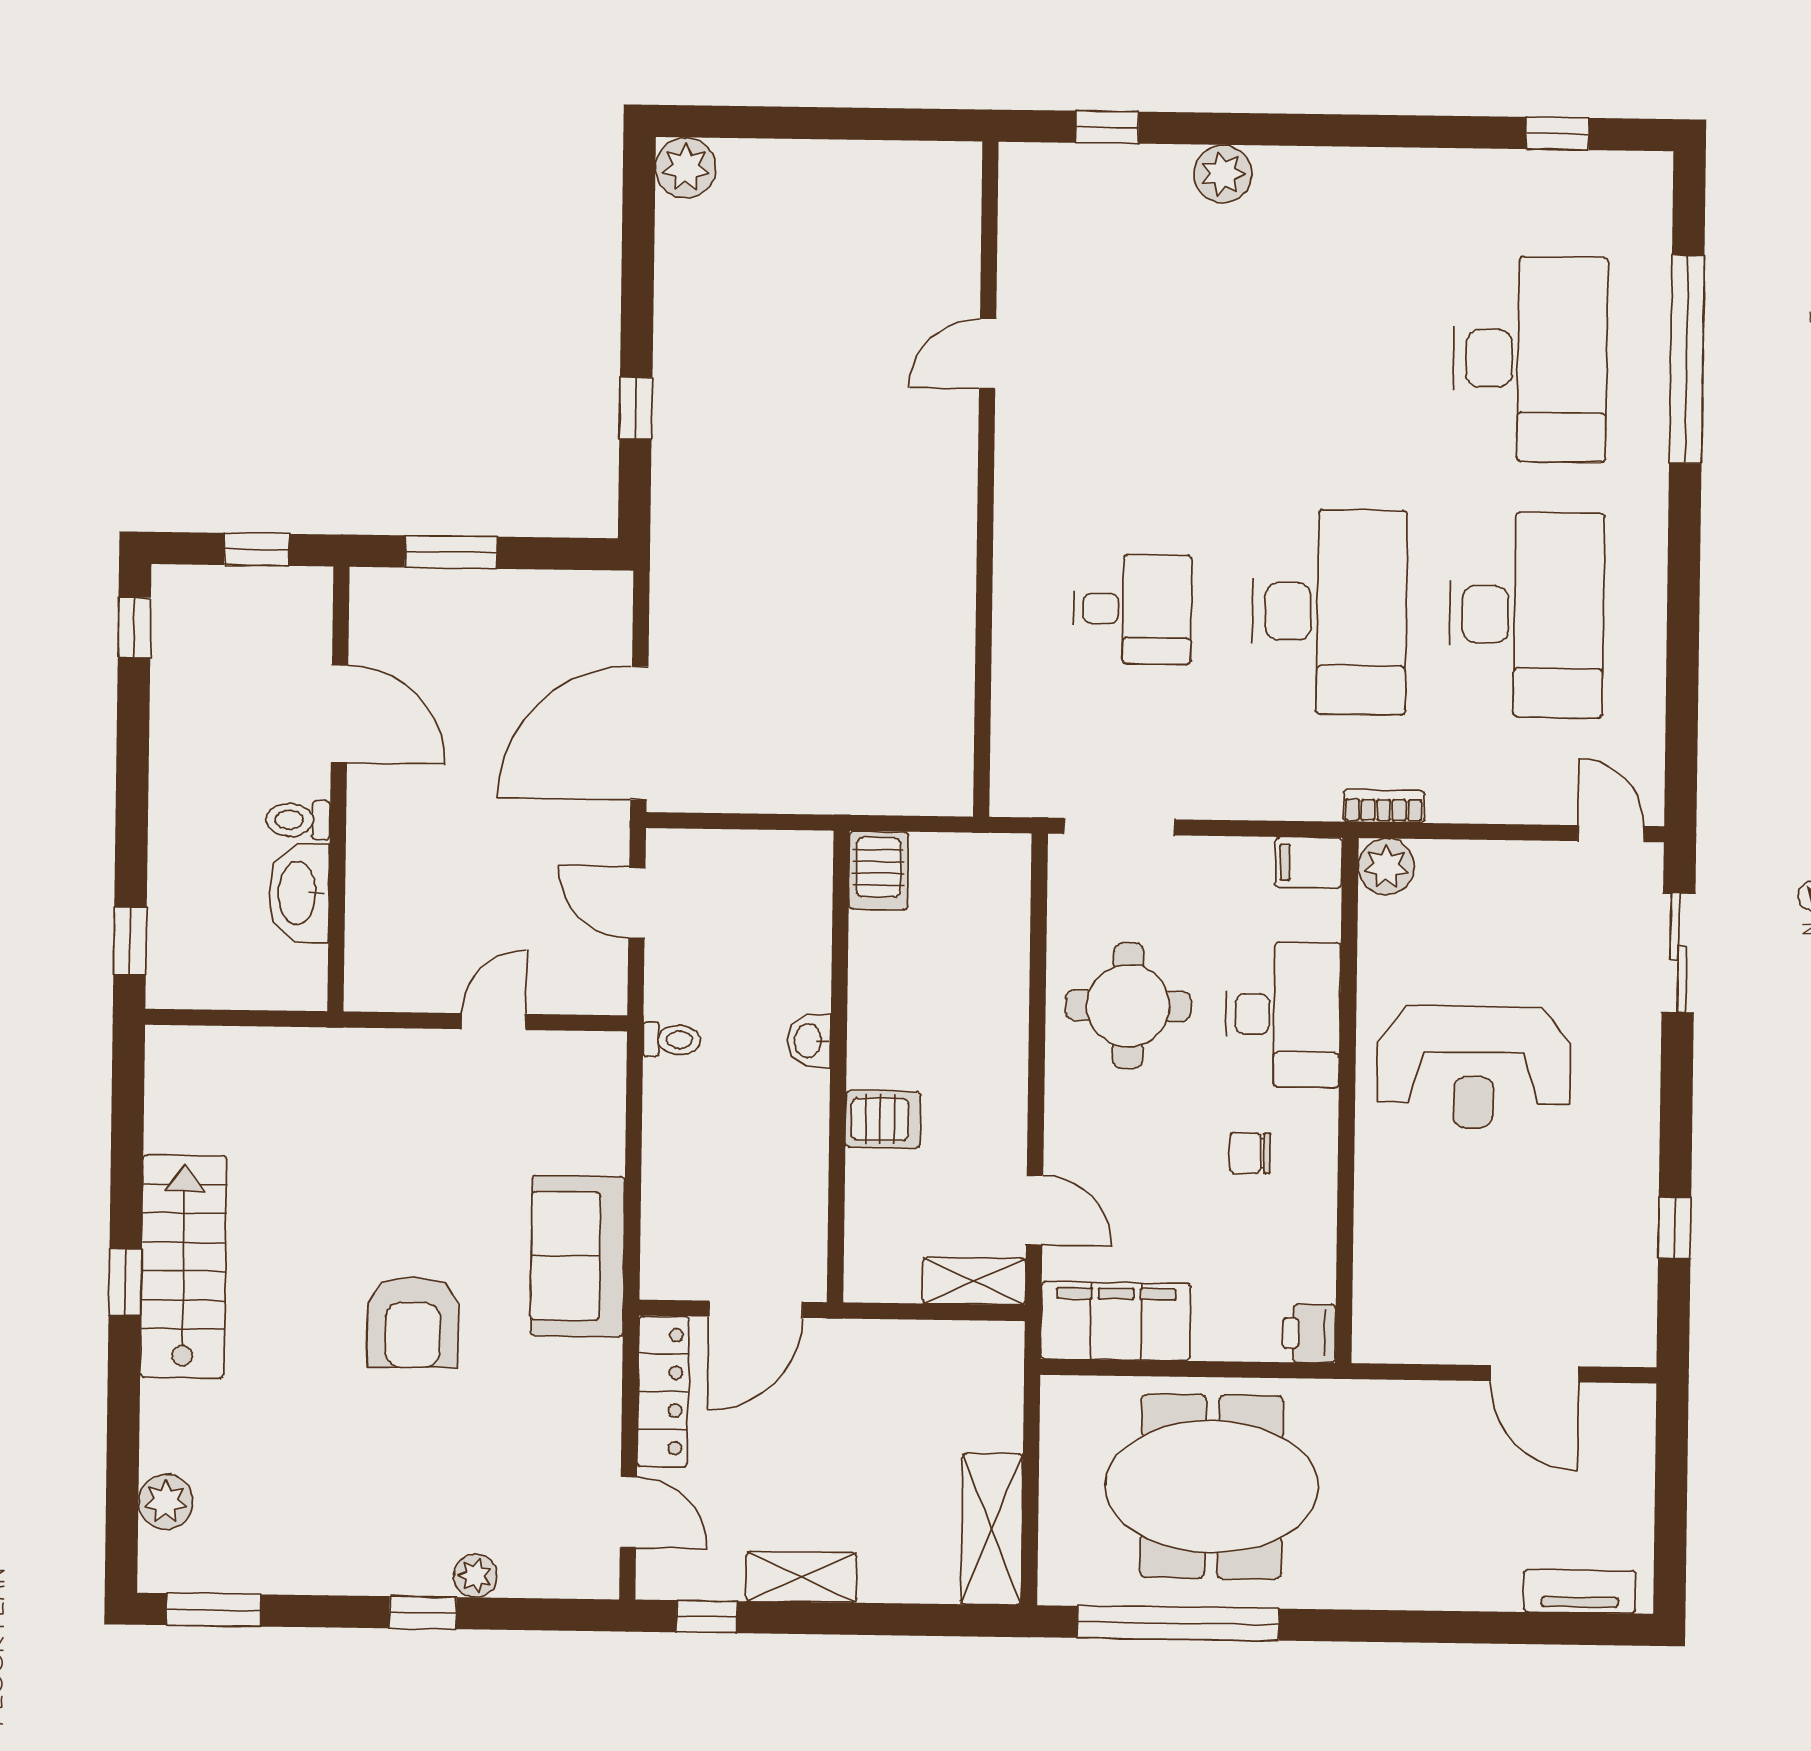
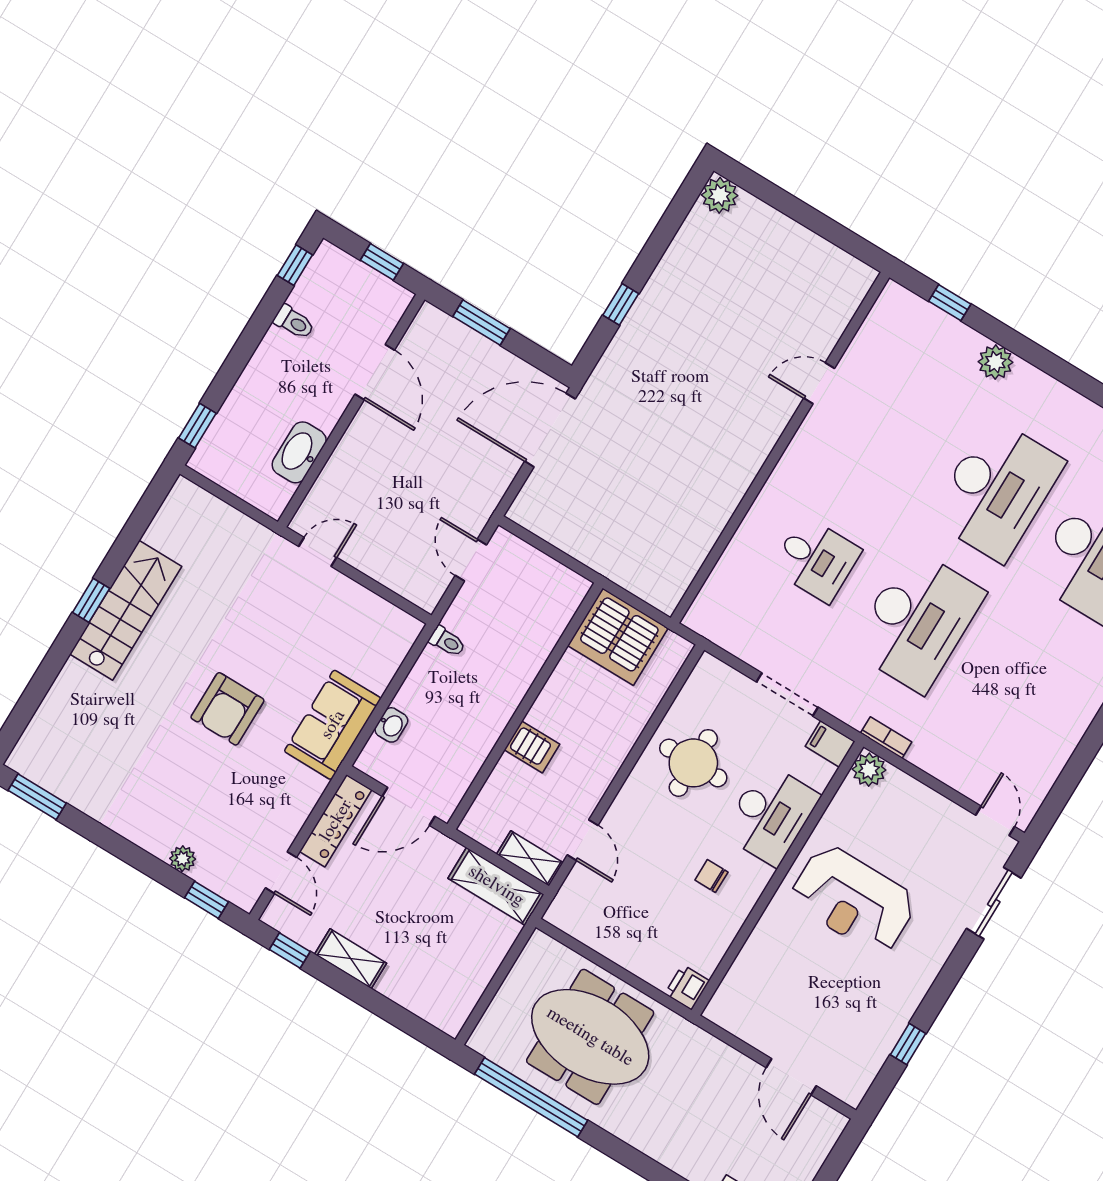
desk: (1527, 615) -> (997, 490), moved
door: (639, 733) -> (550, 430), moved
toilet: (298, 820) -> (294, 322), moved, turned 180
doorway: (1119, 827) -> (787, 695), moved
server rack: (879, 870) -> (618, 637), width x2.18, depth x1.44
door: (494, 1022) -> (318, 552), moved
washbasin: (809, 1041) -> (391, 725), moved, turned 180
filing cabinet: (1116, 1321) -> (591, 922), removed
plant: (166, 1502) -> (45, 726), removed
shelving: (992, 1529) -> (496, 886), moved, turned 90
window: (423, 1613) -> (206, 900), moved

